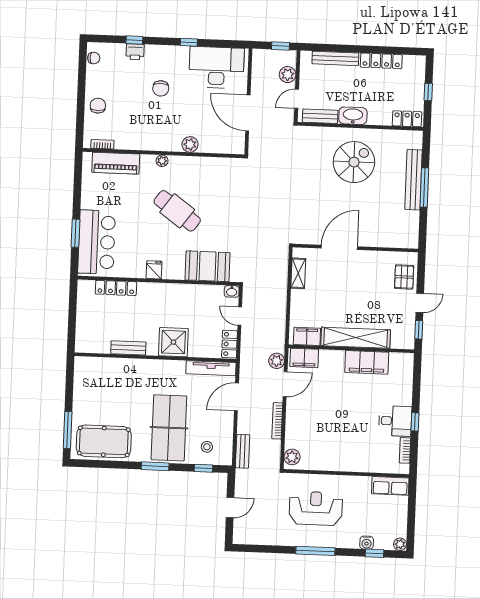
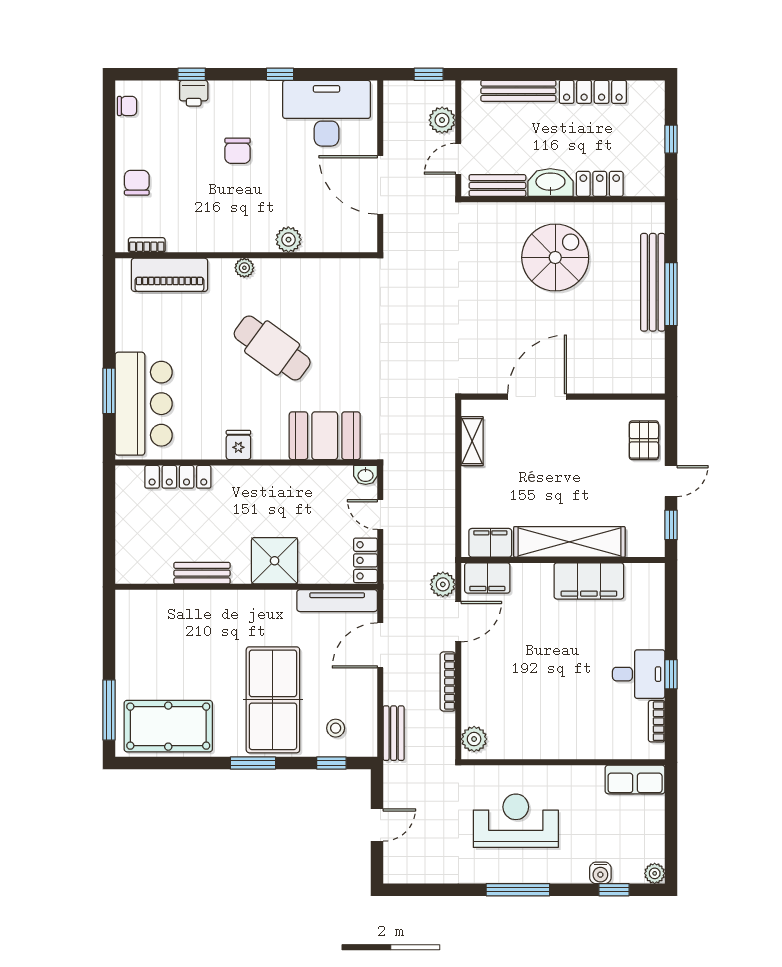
locker: (407, 119) -> (600, 184), moved

